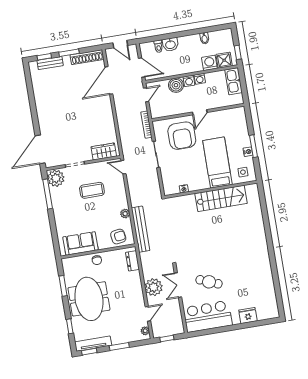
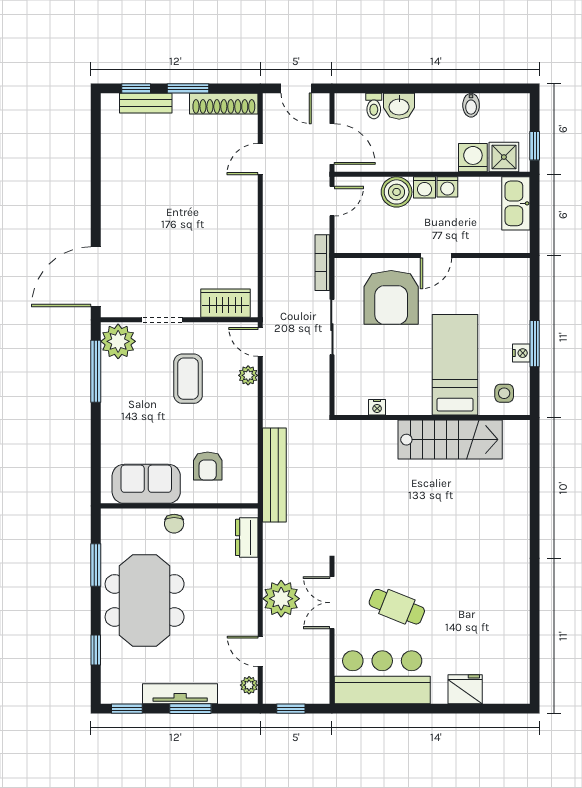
door: (109, 80) -> (260, 159), width x0.53
coffee table: (92, 190) -> (188, 379), turned 90
plant: (125, 214) -> (248, 375), moved
armchair: (118, 237) -> (208, 466), moved, turned 98
door: (148, 314) -> (260, 651), swing flipped
tv unit: (93, 344) -> (180, 694), moved

